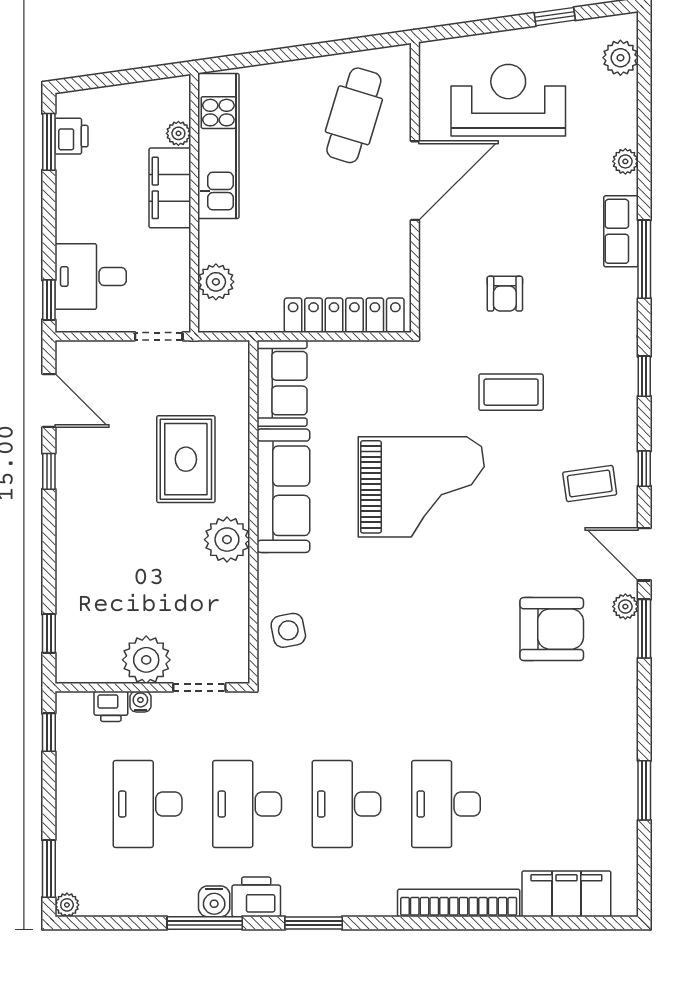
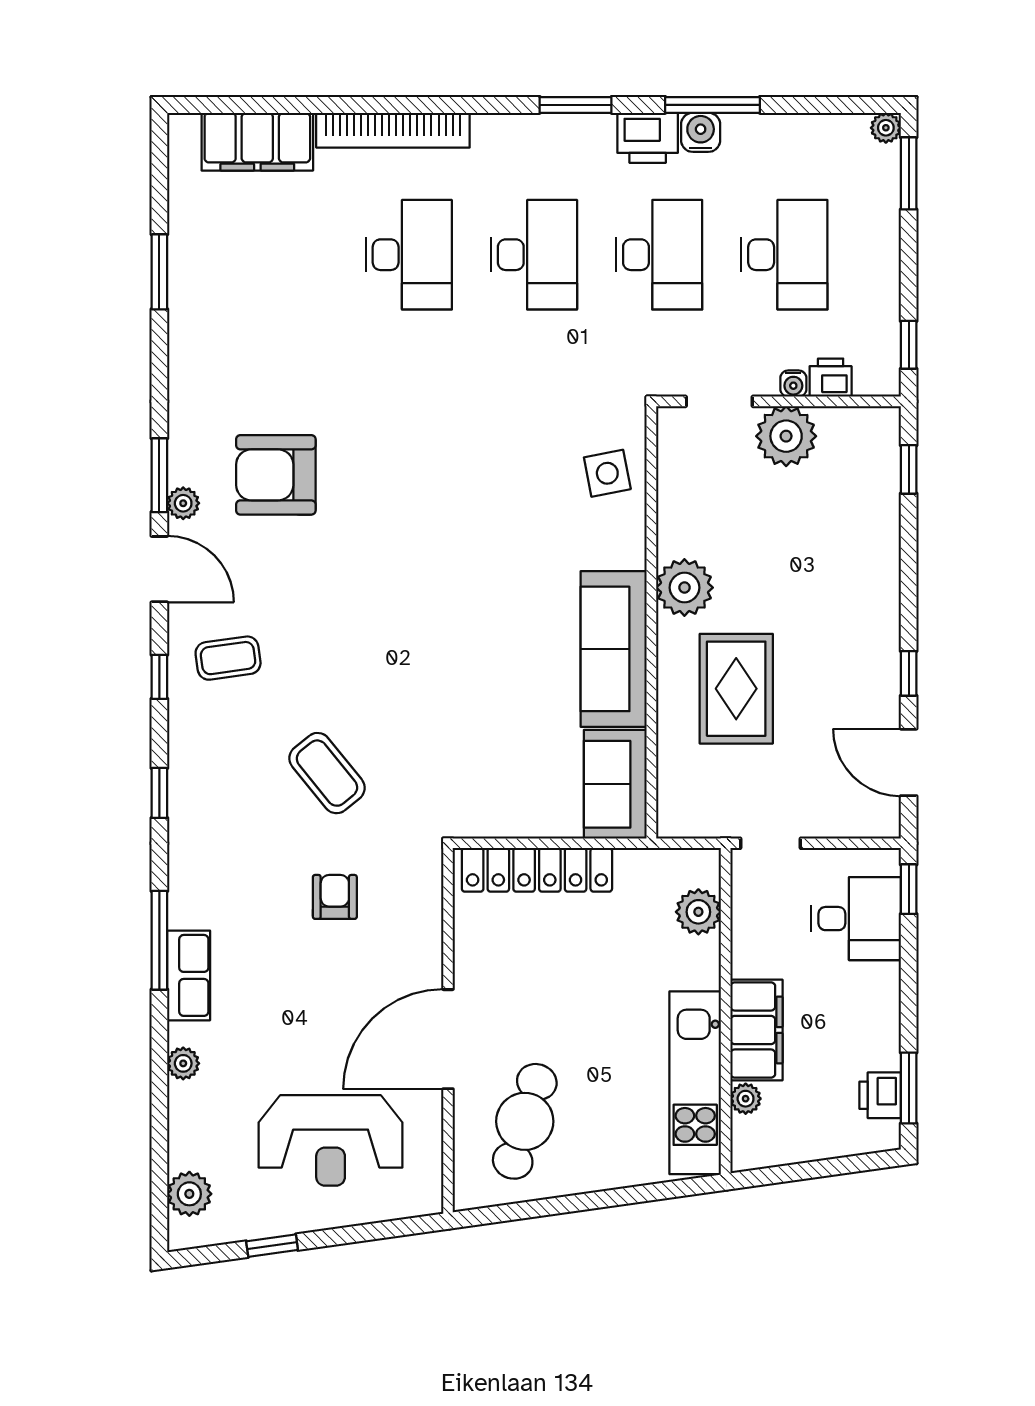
coffee table: (511, 392) -> (327, 773), turned 51
grand piano: (421, 487) -> (440, 654), removed

